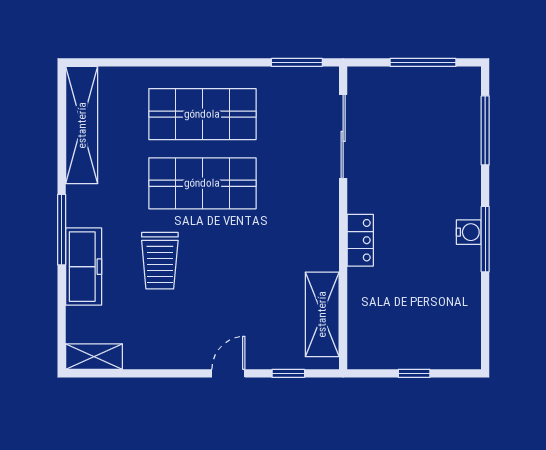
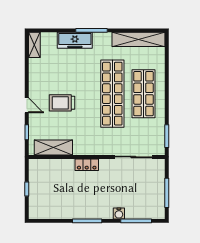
shop shelf: (202, 183) -> (112, 94), width x1.40
water cooler: (469, 232) -> (119, 214), moved
trolley: (160, 261) -> (62, 103), moved

